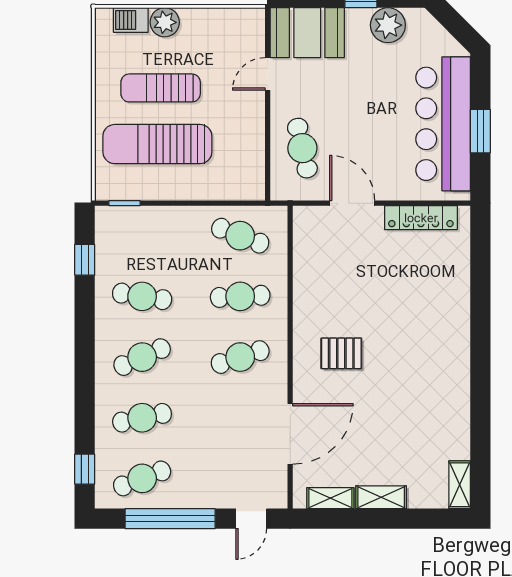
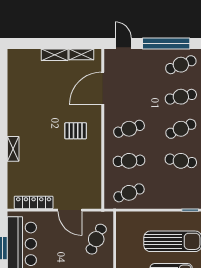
cafe table: (302, 148) -> (96, 239), turned 38
cafe table: (240, 236) -> (129, 193), turned -42
shelving: (460, 485) -> (13, 149), moved
door: (251, 519) -> (123, 43), hinge flipped

